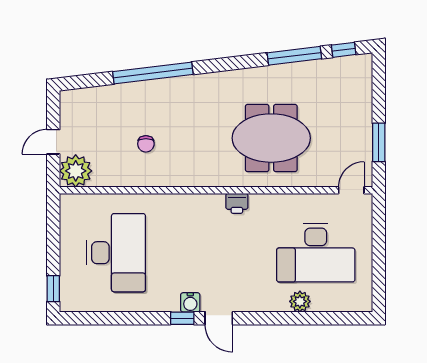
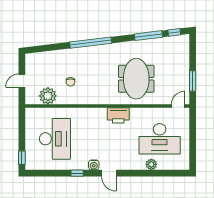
window: (153, 73) -> (91, 43), moved
meeting table: (271, 138) -> (136, 79), turned 90
plant: (76, 171) -> (48, 96), moved
printer: (237, 203) -> (118, 115), width x1.87, depth x1.48
window: (182, 318) -> (77, 173), moved

